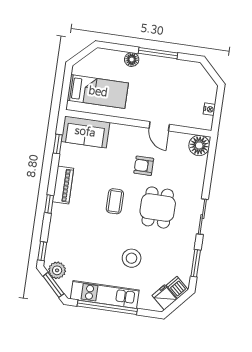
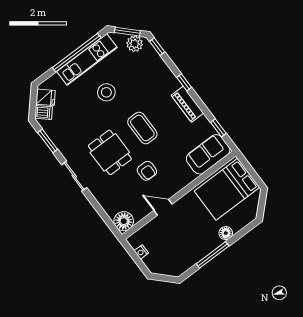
bed: (98, 92) -> (227, 189), width x1.50
armchair: (144, 166) -> (147, 171), turned 90
coffee table: (115, 201) -> (142, 128), width x1.36, depth x1.30
stool: (132, 258) -> (106, 92), moved

